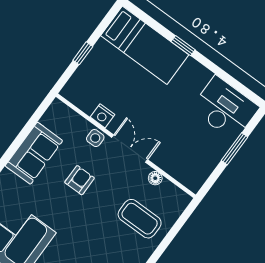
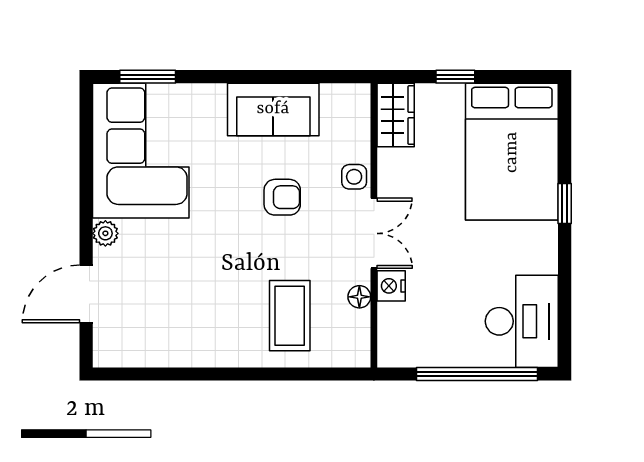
bed: (145, 45) -> (512, 152), width x1.50
wardrobe: (80, 96) -> (396, 115), added
nightstand: (103, 116) -> (391, 286), moved
window: (234, 149) -> (477, 374), width x2.11

